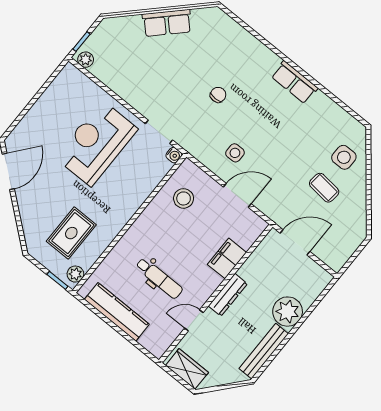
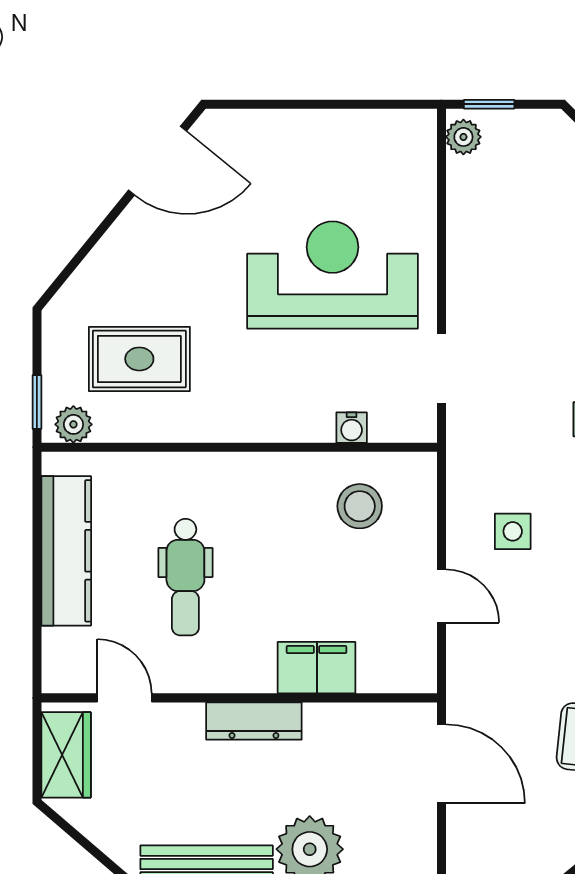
water cooler: (174, 155) -> (352, 428), moved
door: (237, 195) -> (441, 596), width x0.73
door: (194, 320) -> (124, 698), moved

